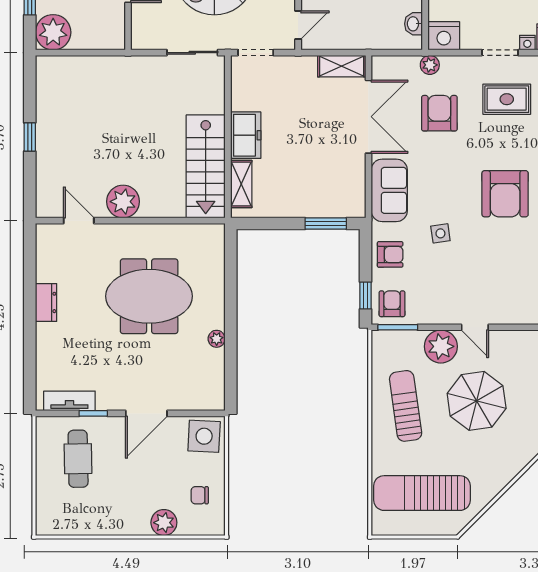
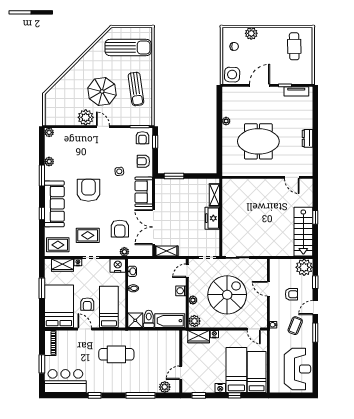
stairs: (206, 166) -> (303, 232), moved, turned 180
plant: (123, 202) -> (271, 187), removed
plant: (441, 346) -> (86, 117), moved
cafe table: (78, 459) -> (294, 46), moved

